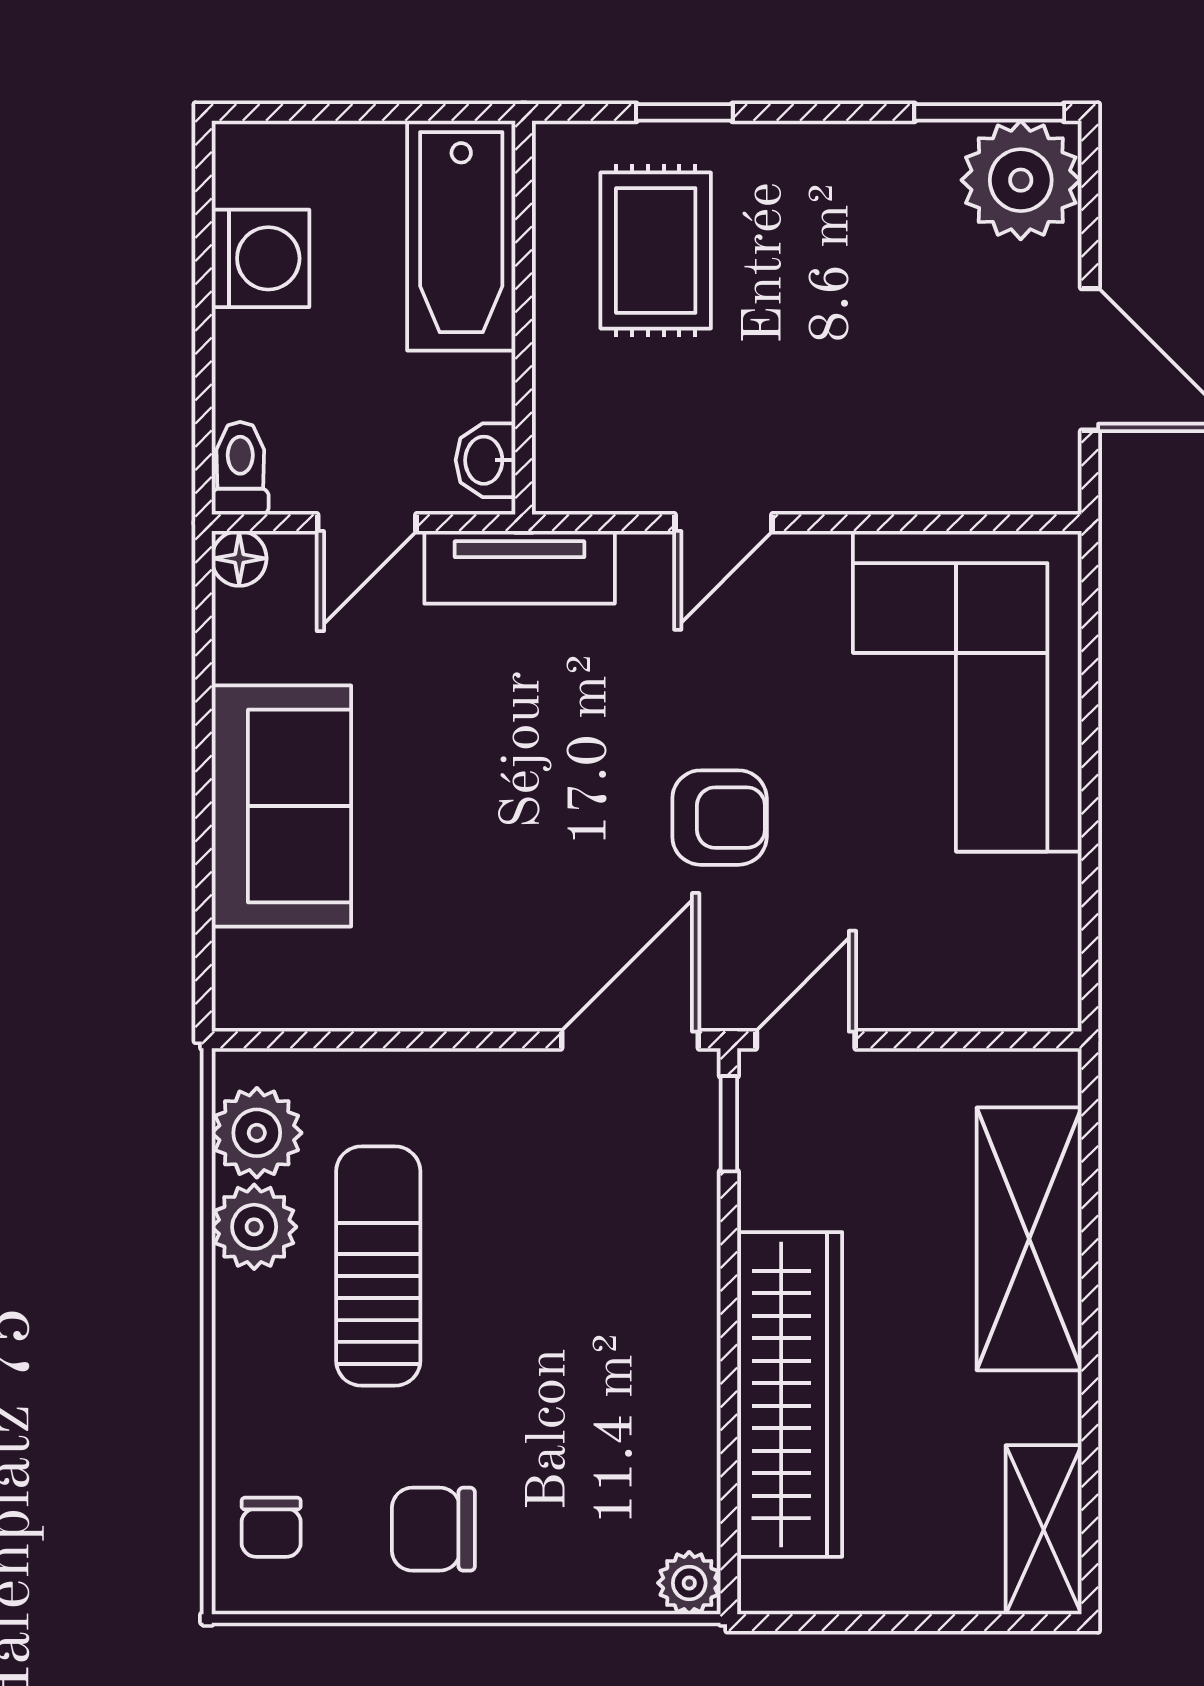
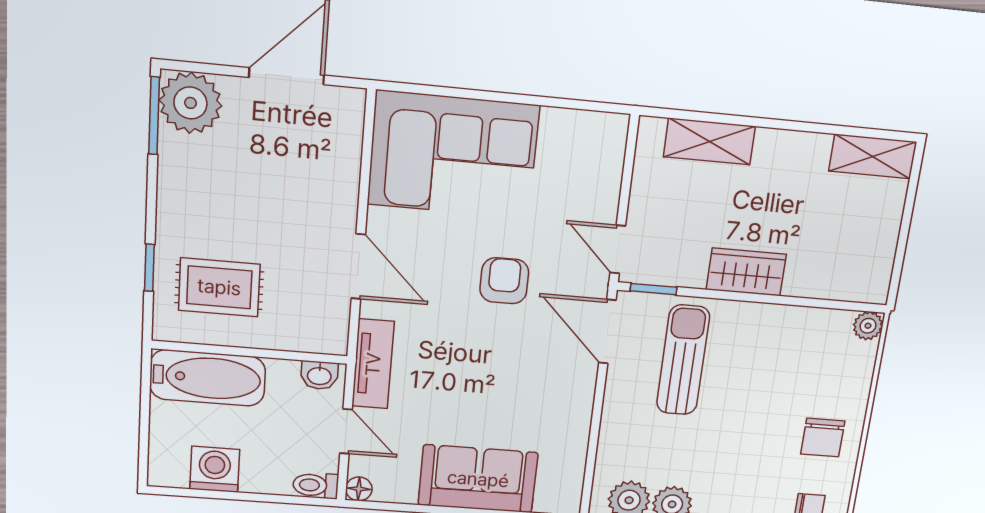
door: (723, 523) -> (358, 266), width x1.38
shelving: (1029, 1239) -> (709, 141), width x0.67, depth x0.75
sun lounger: (378, 1266) -> (683, 360), moved, turned 90
wardrobe: (790, 1394) -> (746, 272), width x0.48, depth x0.85

